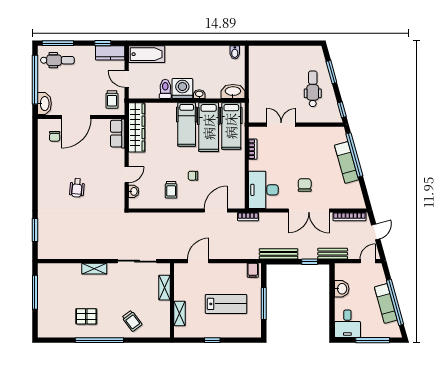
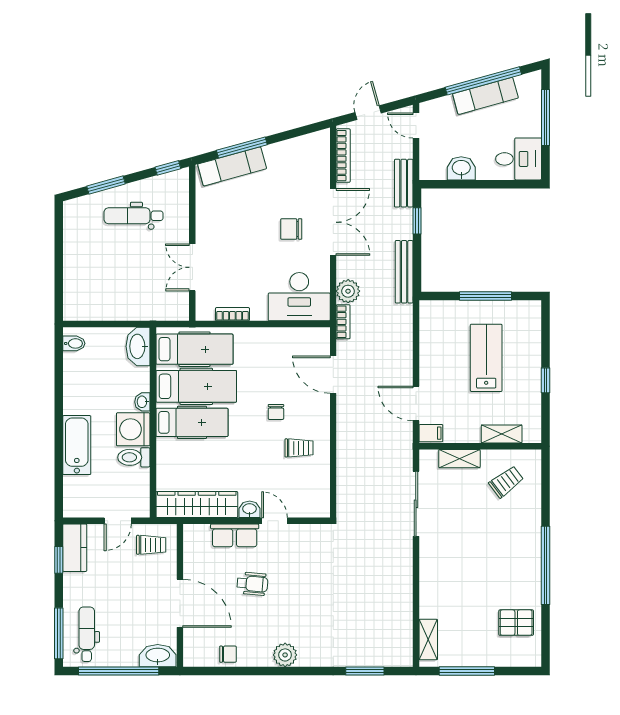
bathtub: (147, 54) -> (77, 445), moved
row of seats: (118, 134) -> (235, 535), moved
chair: (55, 136) -> (228, 654), moved
window: (354, 155) -> (242, 148), width x0.68
exam couch: (347, 162) -> (232, 166), moved
plant: (45, 181) -> (285, 655), added
wheelchair: (77, 188) -> (252, 584), moved
washbasin: (134, 191) -> (250, 509), moved
plant: (267, 220) -> (348, 291), added
door: (376, 232) -> (368, 113), hinge flipped
shelving: (94, 269) -> (428, 640), moved
filing cabinet: (253, 270) -> (431, 433), moved
pallet: (86, 316) -> (516, 623), moved, turned 90
trolley: (132, 321) -> (506, 482), moved

